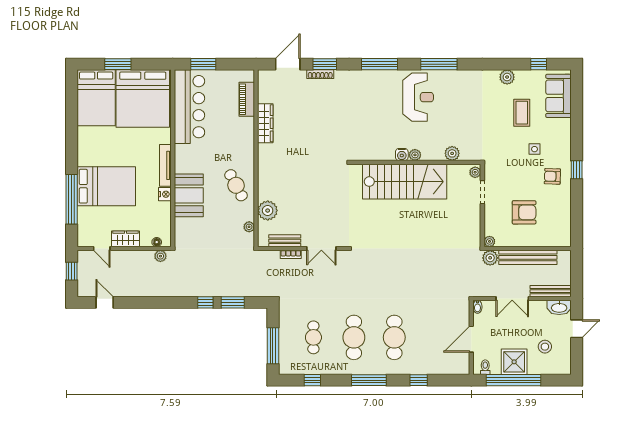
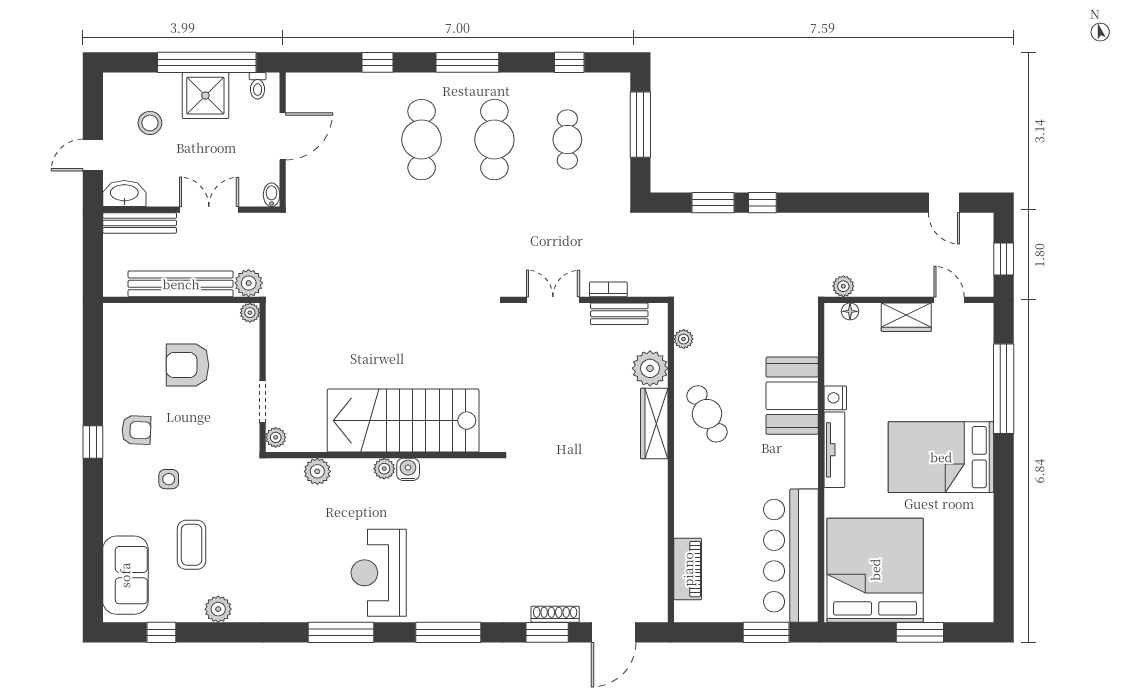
bed: (96, 98) -> (959, 572), removed
wardrobe: (265, 123) -> (654, 424), moved
bed: (106, 186) -> (941, 457), moved

